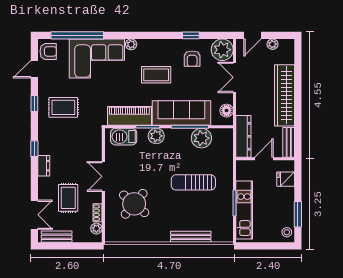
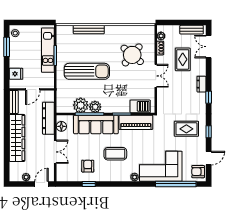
plant: (222, 50) -> (65, 173), removed
plant: (156, 136) -> (95, 107), moved
dresser: (243, 136) -> (48, 118), moved
sun lounger: (193, 182) -> (87, 71), width x1.36, depth x1.34

